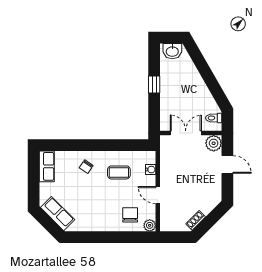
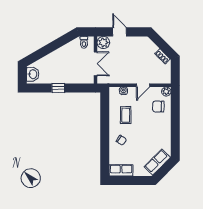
double door: (186, 133) -> (95, 64), swing flipped
door: (227, 164) -> (120, 32), hinge flipped

